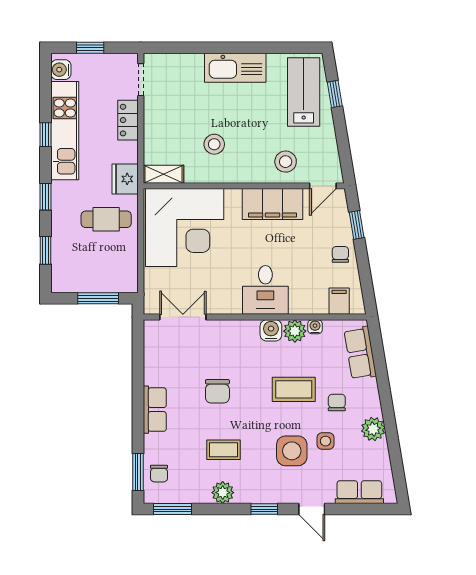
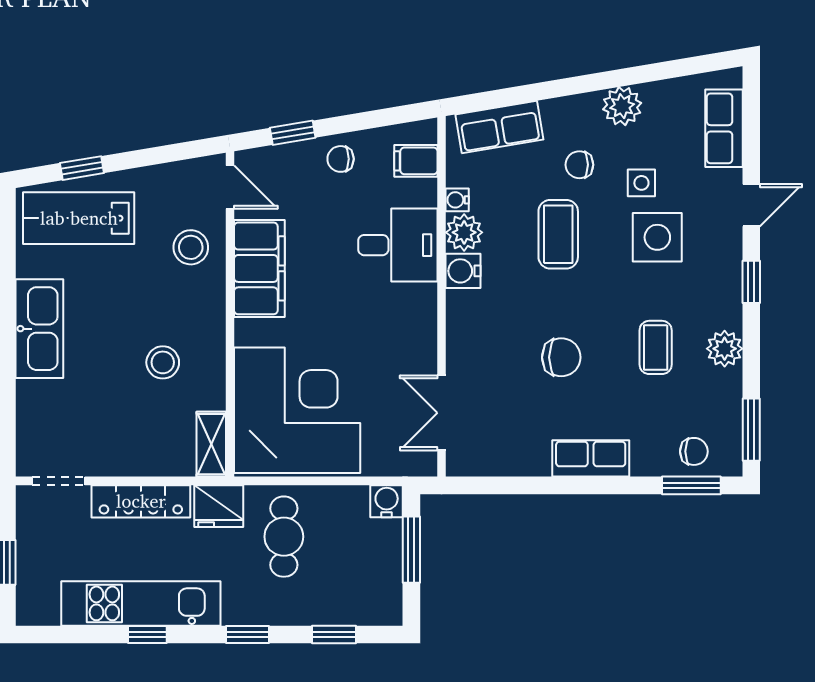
water cooler: (61, 70) -> (387, 501), moved, turned 180
locker: (128, 120) -> (141, 501), width x1.53
desk: (265, 290) -> (398, 245), moved

